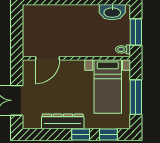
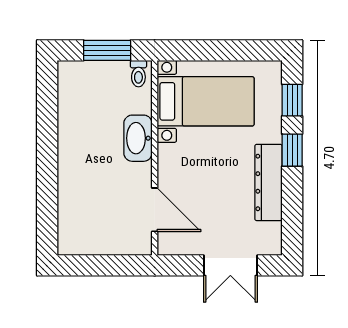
washbasin: (112, 12) -> (138, 138), moved, turned 180
window: (136, 97) -> (225, 50), removed

